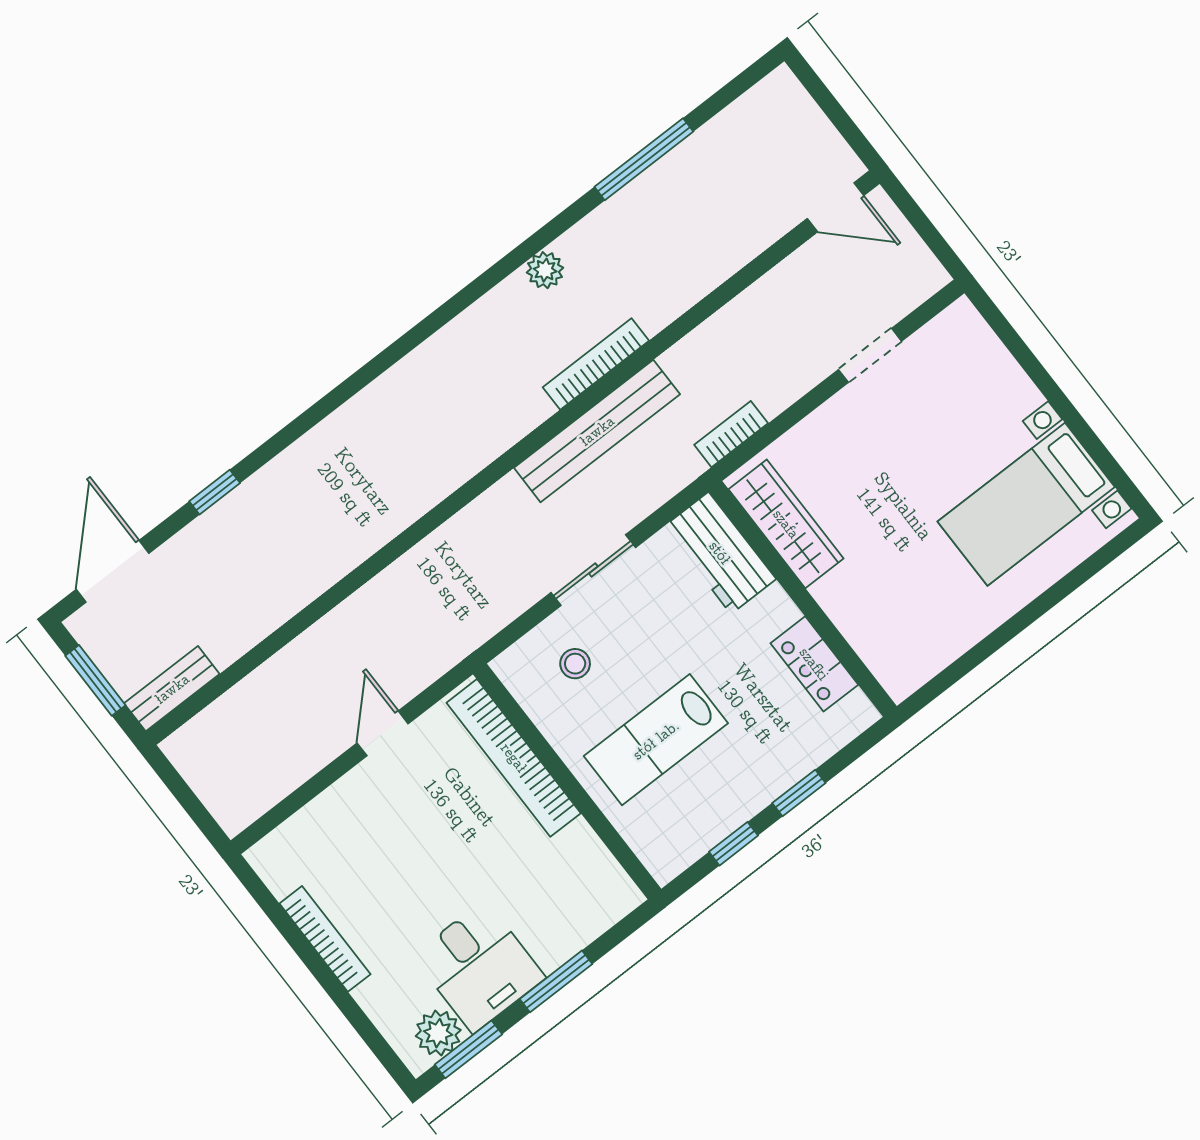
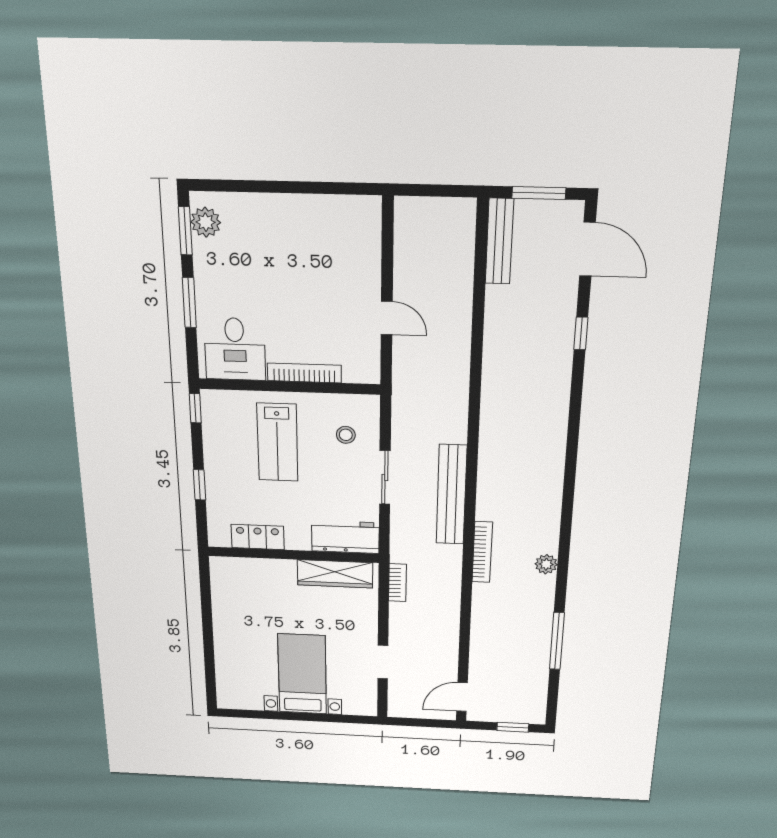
window: (826, 100) -> (513, 727), added
bench: (597, 431) -> (451, 495), moved
bed with nightstands: (1026, 504) -> (302, 674), moved
bench: (172, 689) -> (499, 241), width x1.36
lab bench: (656, 740) -> (277, 442), turned 180
bookcase: (514, 758) -> (304, 373), width x0.68, depth x0.76
window: (734, 844) -> (195, 408), moved
bookcase: (325, 939) -> (302, 203), removed
desk: (479, 967) -> (235, 349), moved, turned -90

